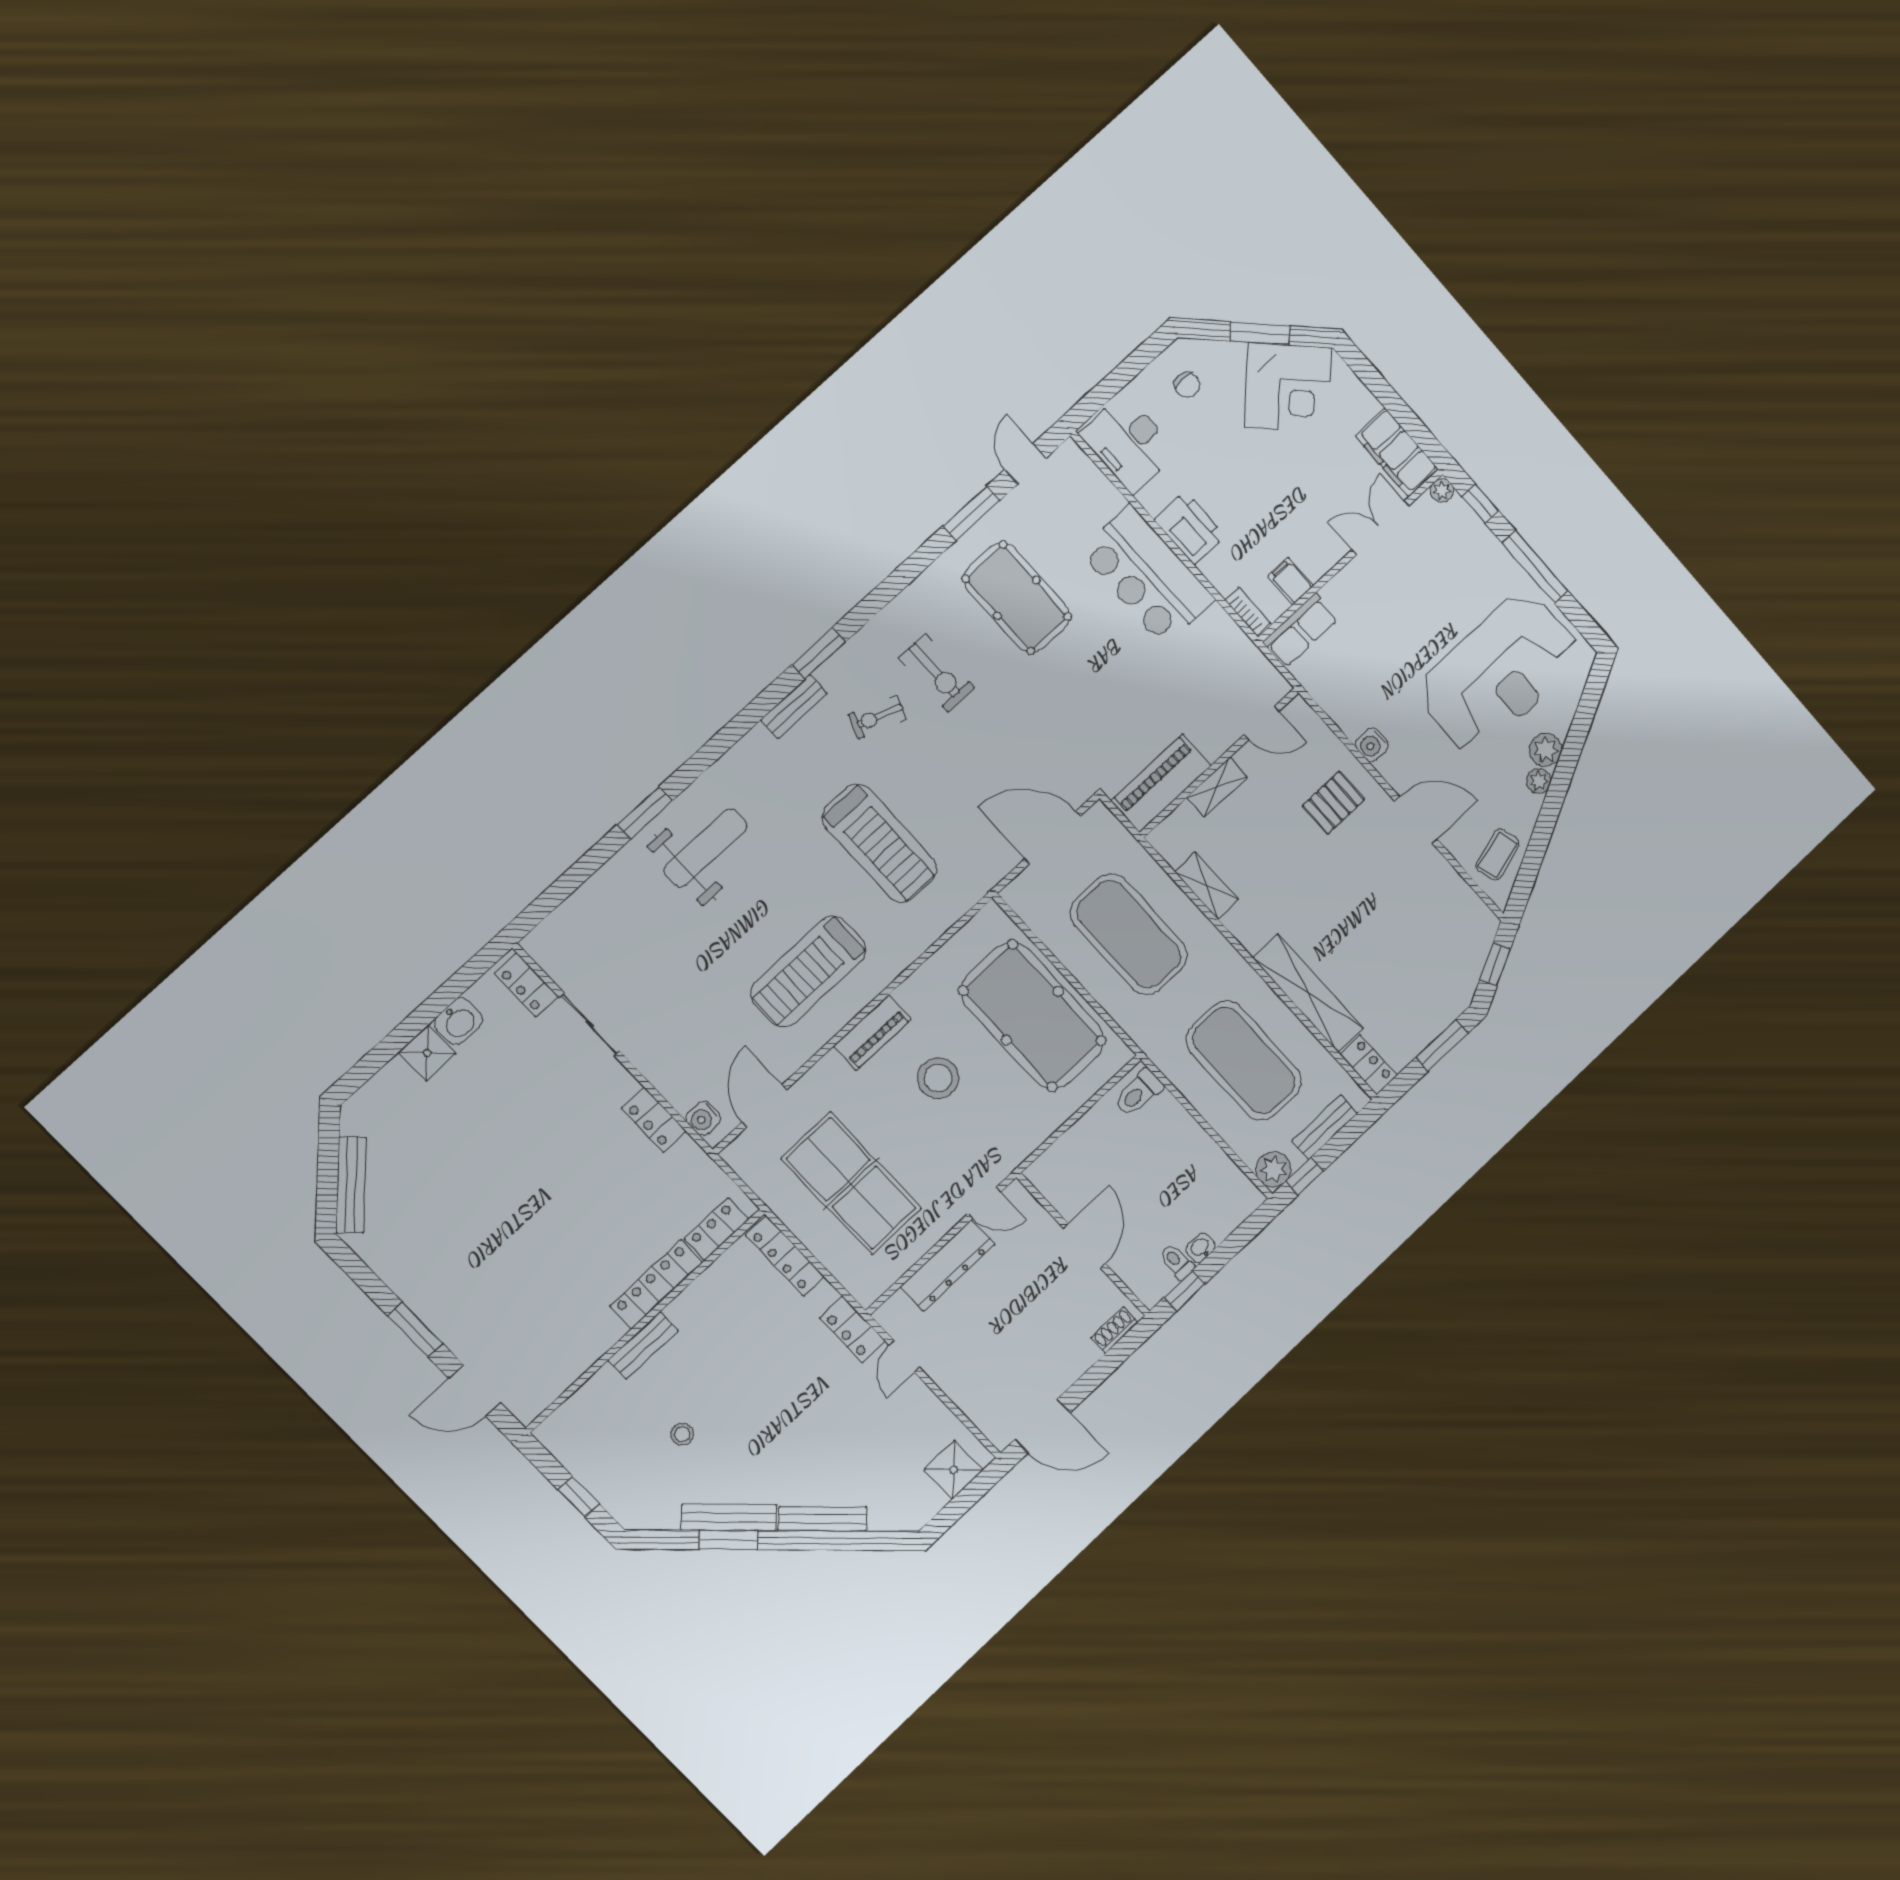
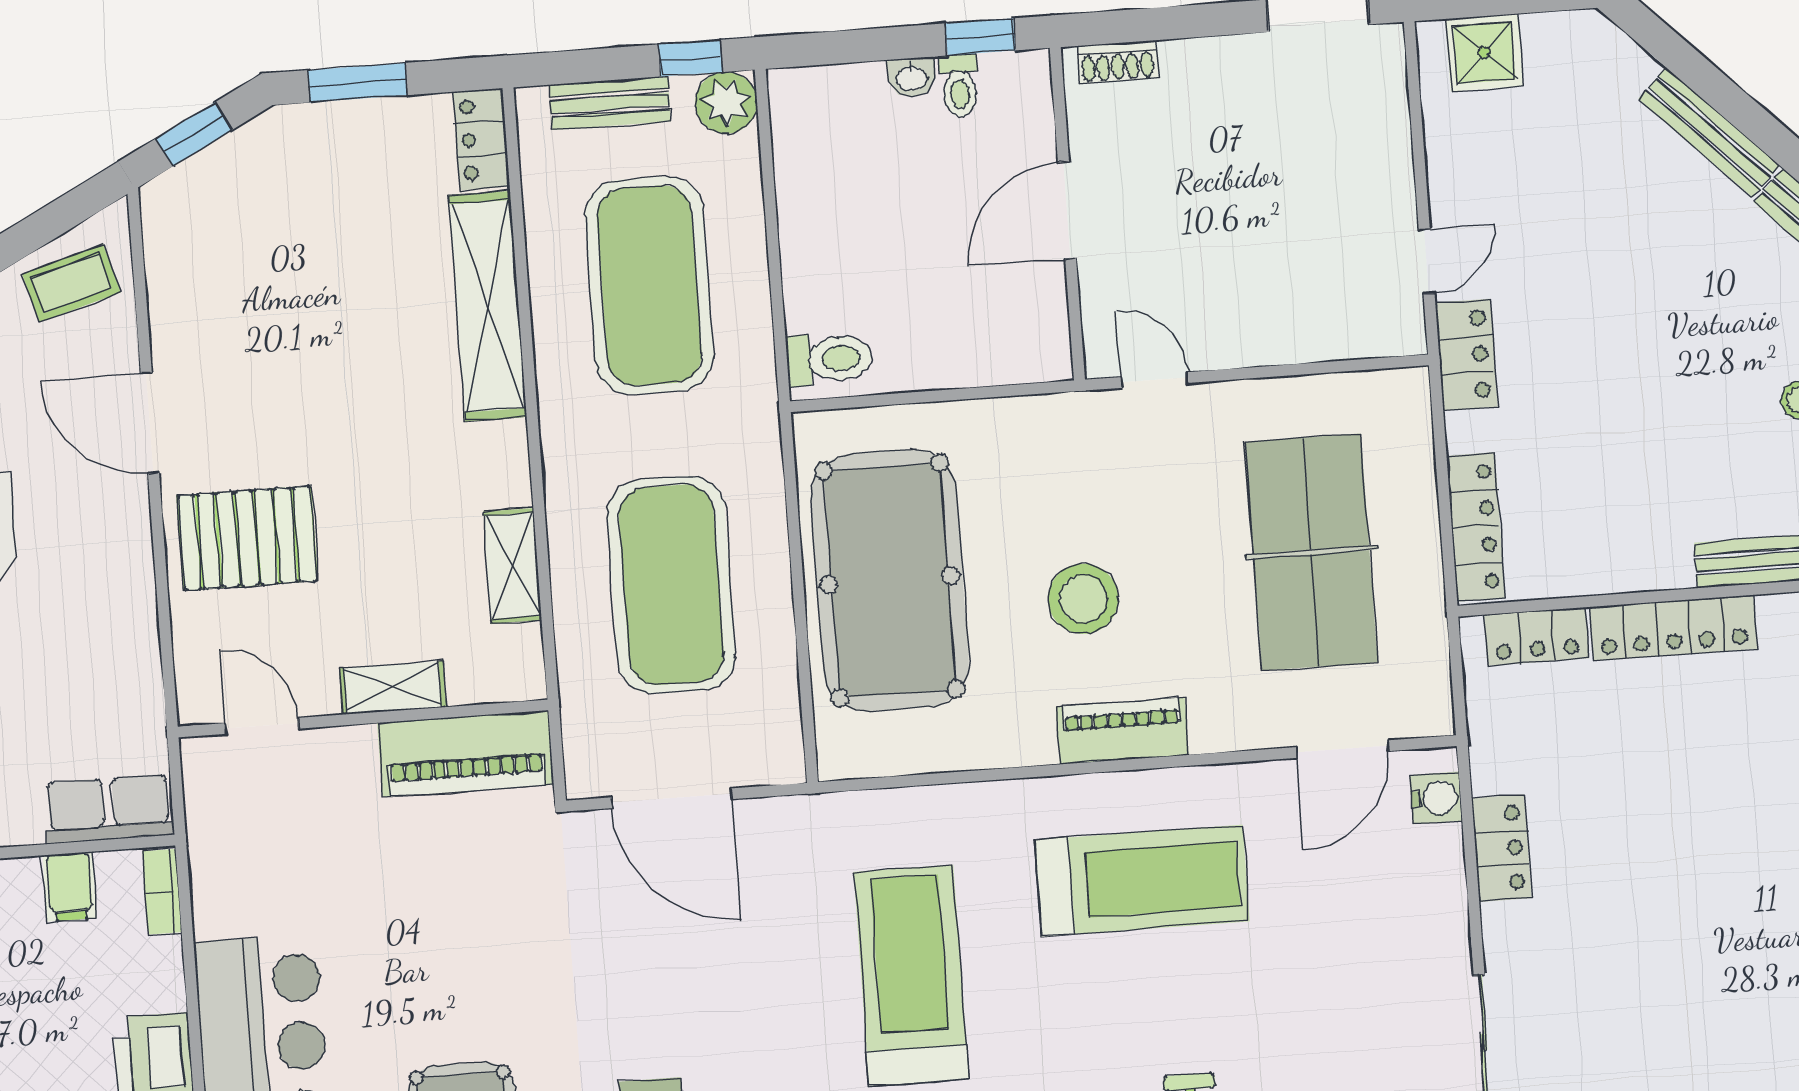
water cooler: (1372, 745) -> (131, 575), removed
pallet: (1333, 803) -> (247, 538), width x1.50, depth x1.42
dresser: (948, 1265) -> (1271, 336), removed

